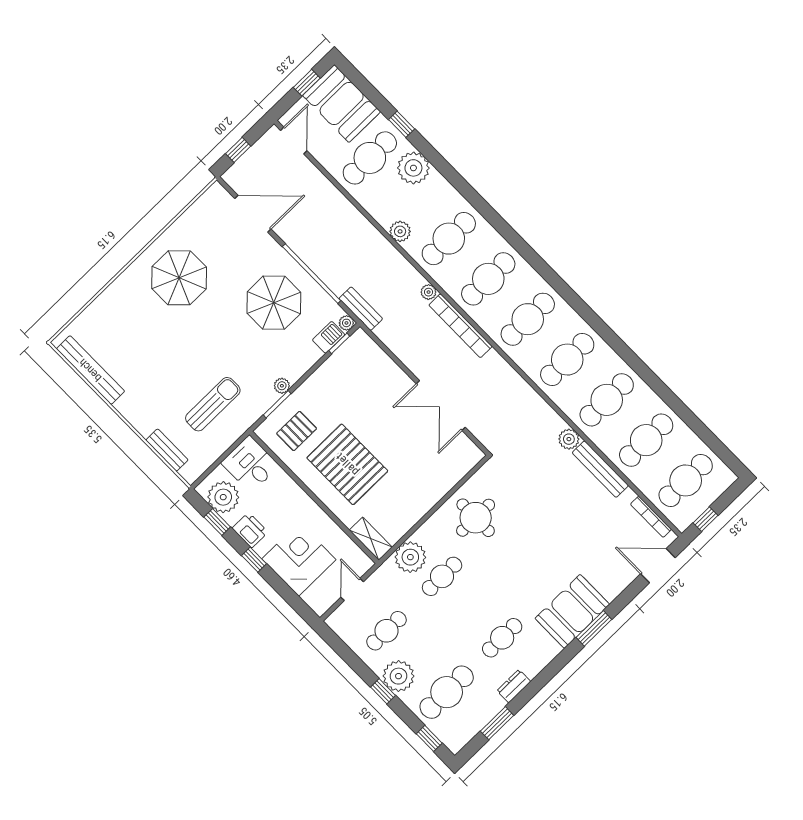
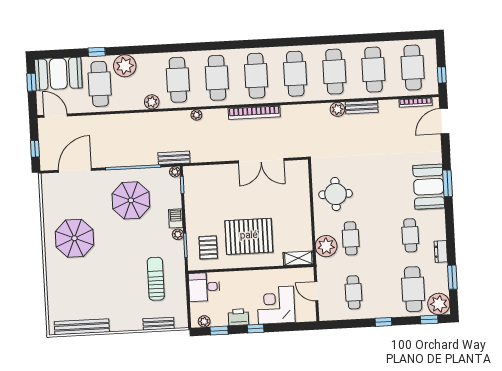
bookcase: (460, 326) -> (254, 112), moved
barbecue: (329, 337) -> (176, 218), moved
bench: (600, 469) -> (362, 107), width x0.73
plant: (223, 497) -> (204, 321), width x0.53, depth x0.53
plant: (398, 676) -> (439, 304), moved

